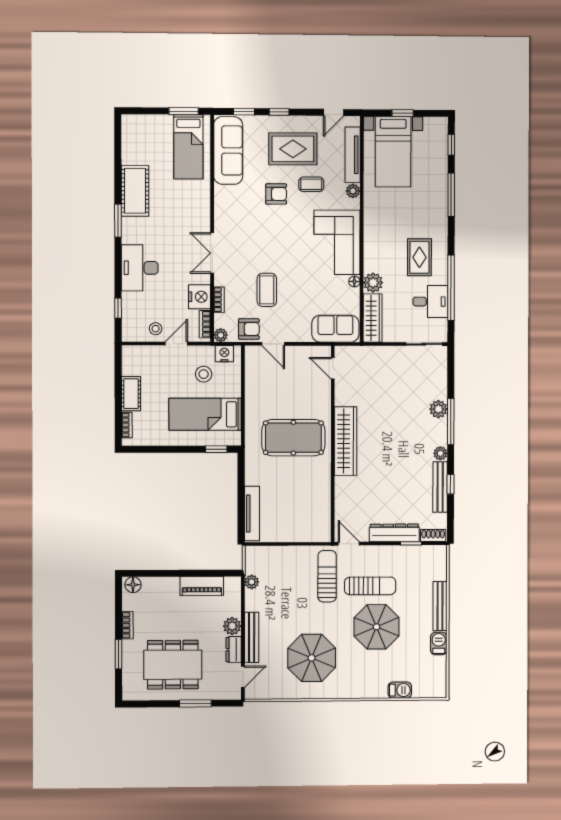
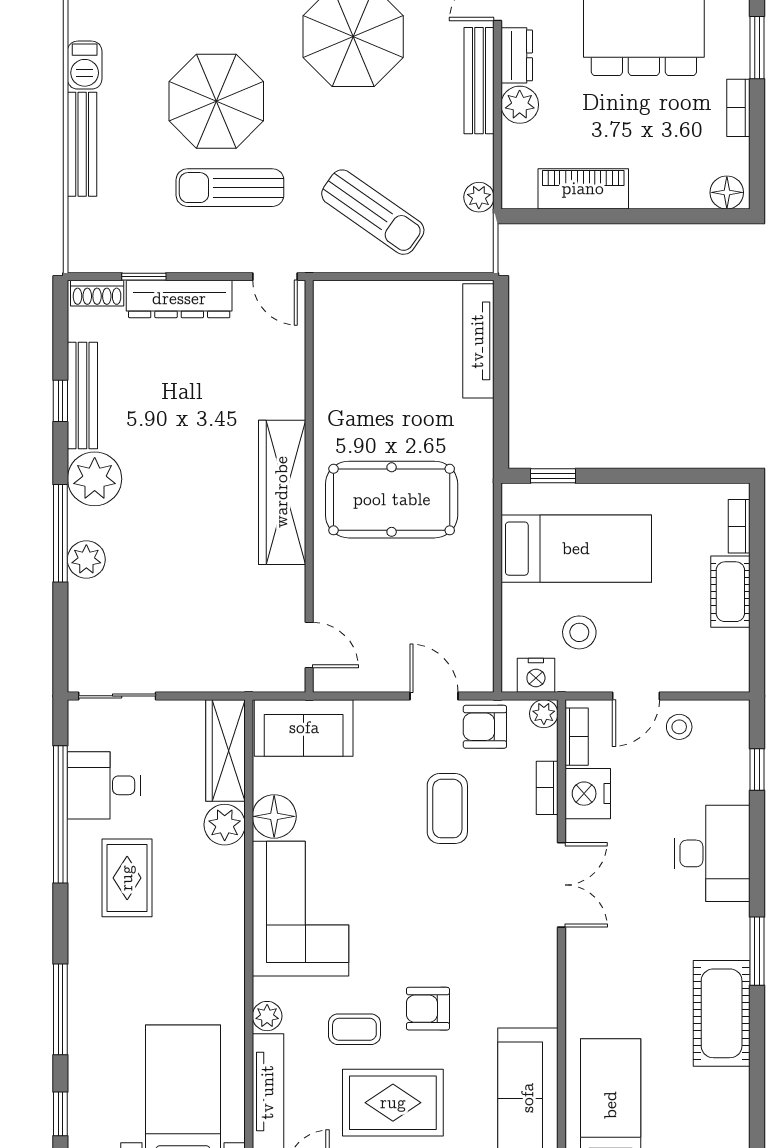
floor lamp: (354, 282) -> (274, 816), width x1.89, depth x1.89
plant: (440, 453) -> (95, 479), width x1.88, depth x1.88
sun lounger: (327, 576) -> (373, 212), moved, turned -55

